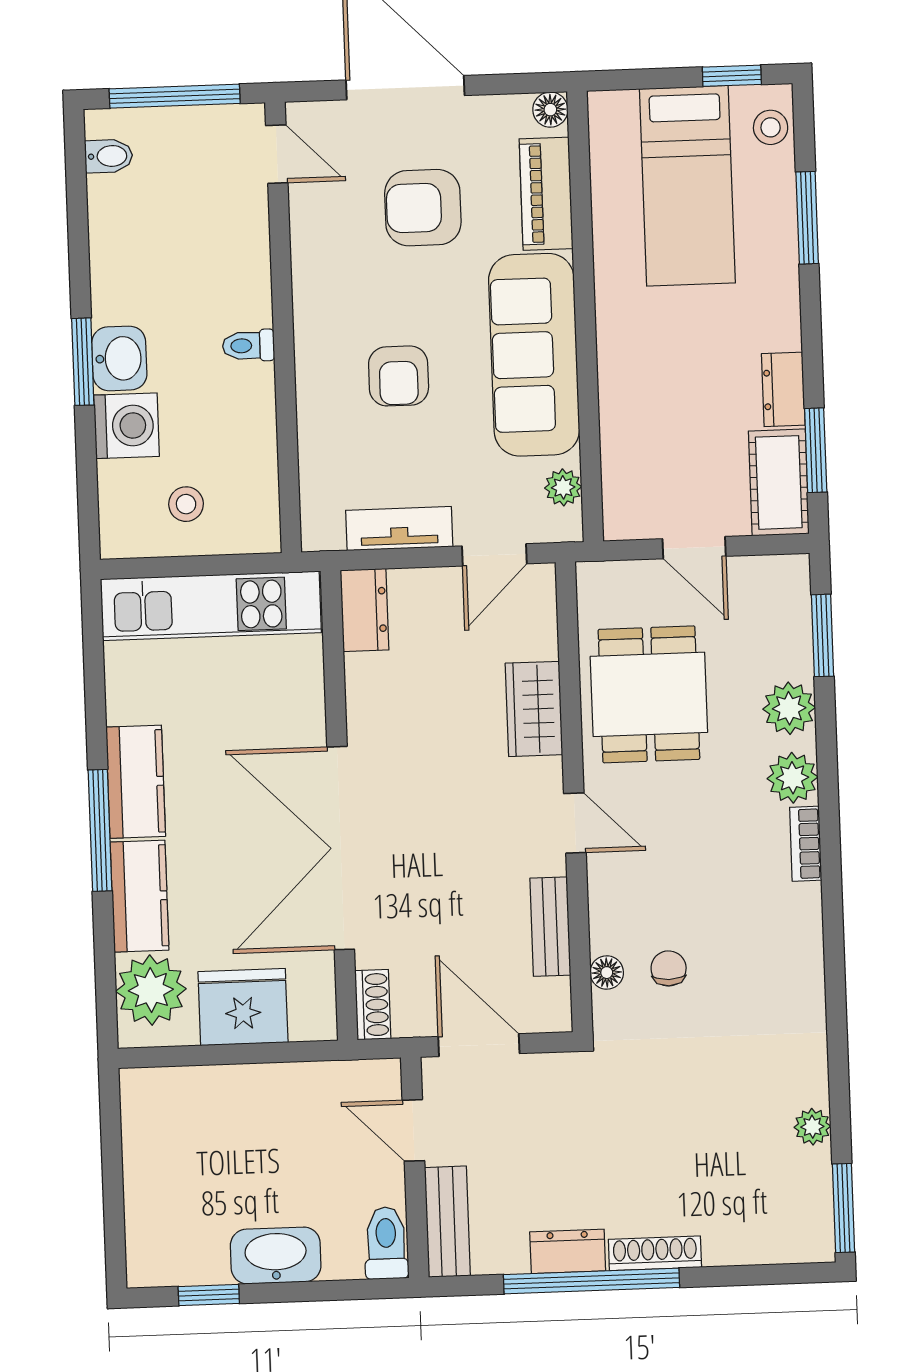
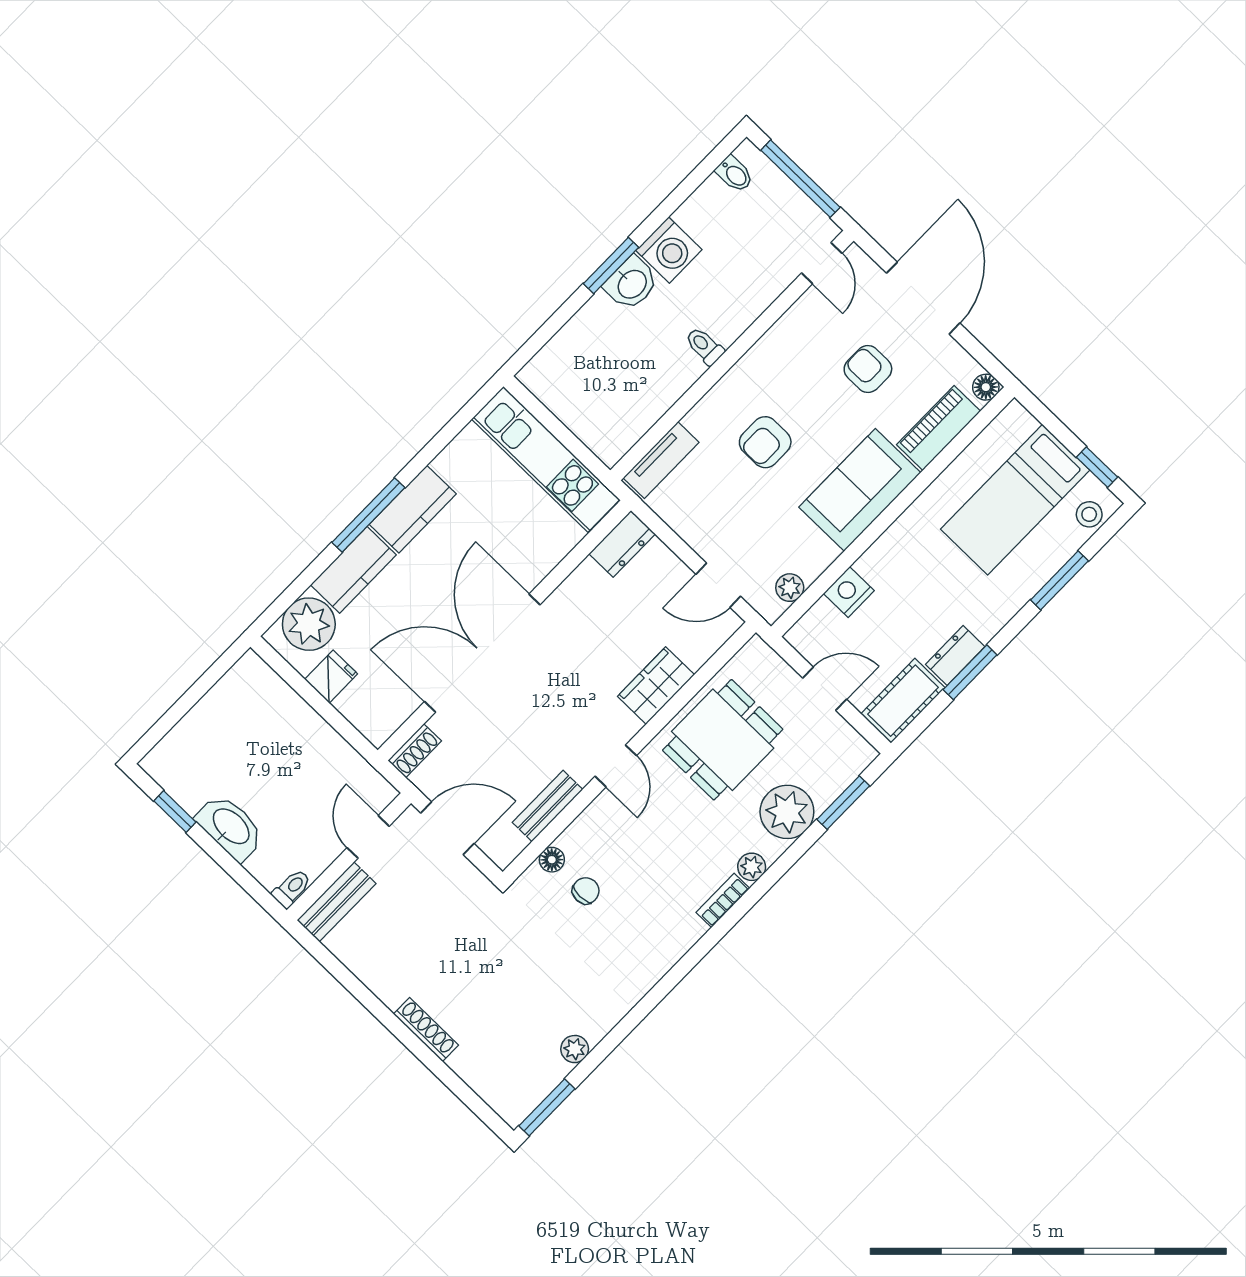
armchair: (423, 208) -> (868, 369), width x0.72, depth x0.72
sofa: (534, 355) -> (860, 490), width x0.73
washing machine: (127, 426) -> (669, 250), moved
nightstand: (622, 434) -> (849, 592), added
window: (816, 450) -> (970, 672), moved
stool: (186, 504) -> (587, 394), removed
tv unit: (399, 529) -> (661, 460), moved, turned 90
door: (694, 548) -> (825, 689), swing flipped
plant: (789, 708) -> (787, 812), width x1.36, depth x1.36
plant: (793, 778) -> (752, 867), width x0.73, depth x0.73
fridge: (243, 1007) -> (331, 677), width x0.53, depth x0.75
door: (479, 1045) -> (447, 828), hinge flipped
toilet: (386, 1243) -> (292, 888), width x0.73, depth x0.72
dresser: (568, 1251) -> (382, 982), removed
window: (592, 1281) -> (379, 1010), removed

